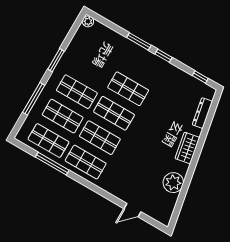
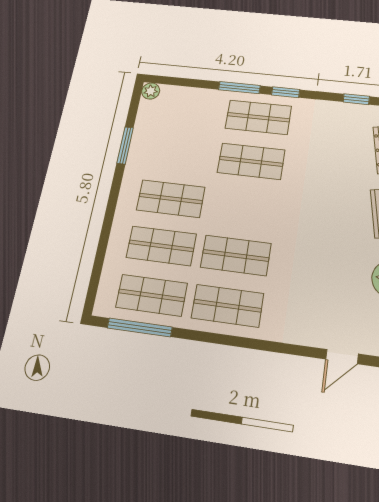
window: (56, 60) -> (125, 145), moved
window: (34, 99) -> (104, 238), removed
shop shelf: (114, 113) -> (258, 117), moved
window: (52, 164) -> (140, 327), moved

